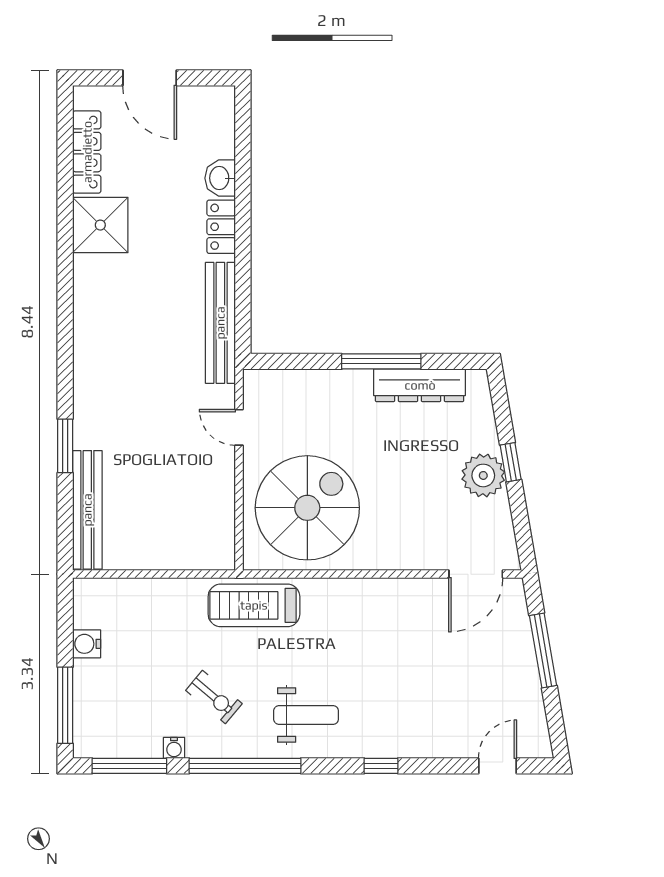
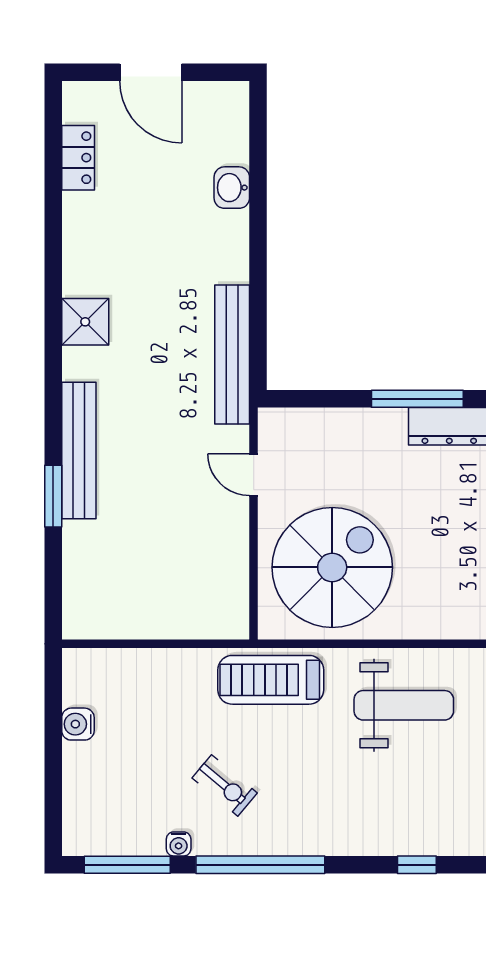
locker: (87, 152) -> (78, 158), width x0.66
shower: (100, 225) -> (85, 322), moved, width x0.73, depth x0.73
locker: (221, 227) -> (233, 244), removed
bench: (87, 510) -> (79, 451), moved
window: (65, 705) -> (53, 795), removed
weight bench: (306, 715) -> (404, 705), moved, width x1.36, depth x1.33

